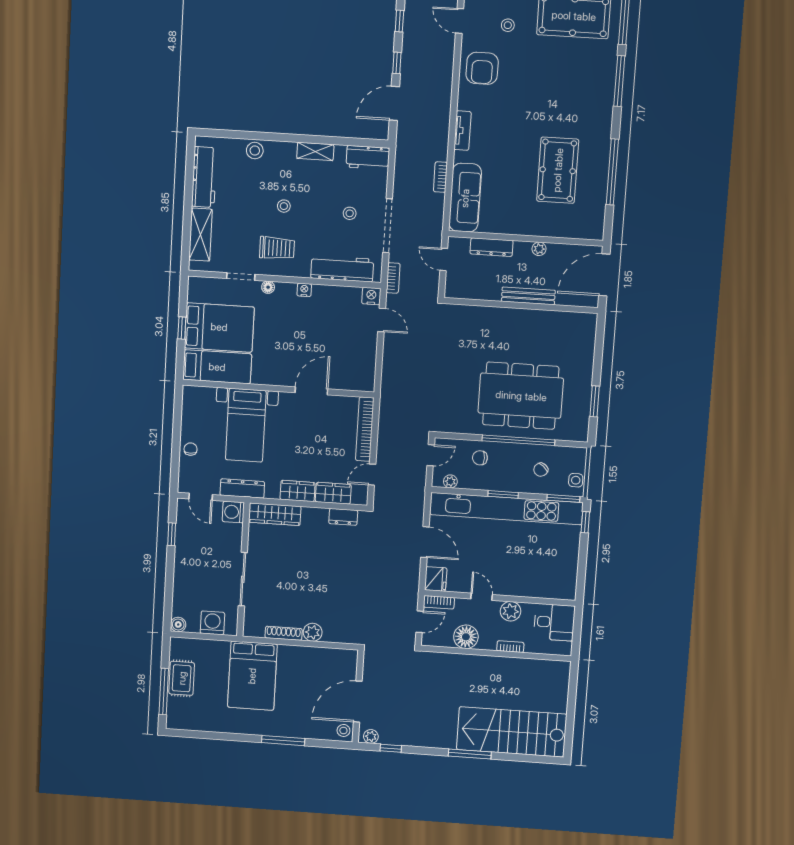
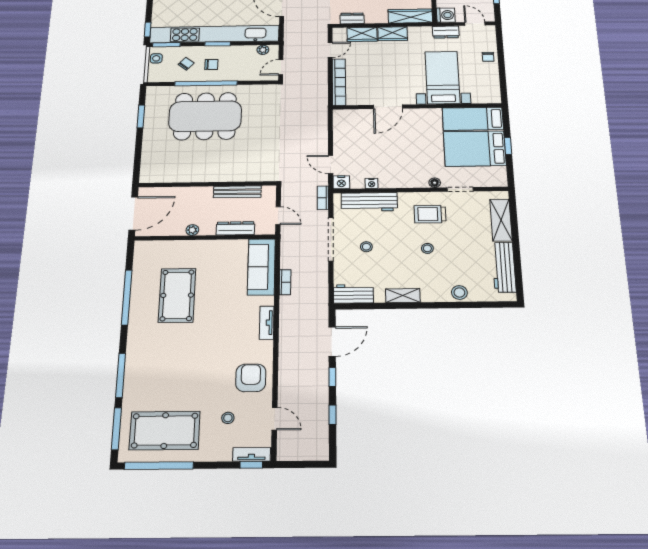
nightstand: (304, 290) -> (372, 183), moved
bench: (528, 296) -> (237, 192), moved
chair: (480, 458) -> (211, 65), moved
dresser: (242, 488) -> (446, 32), width x0.70

